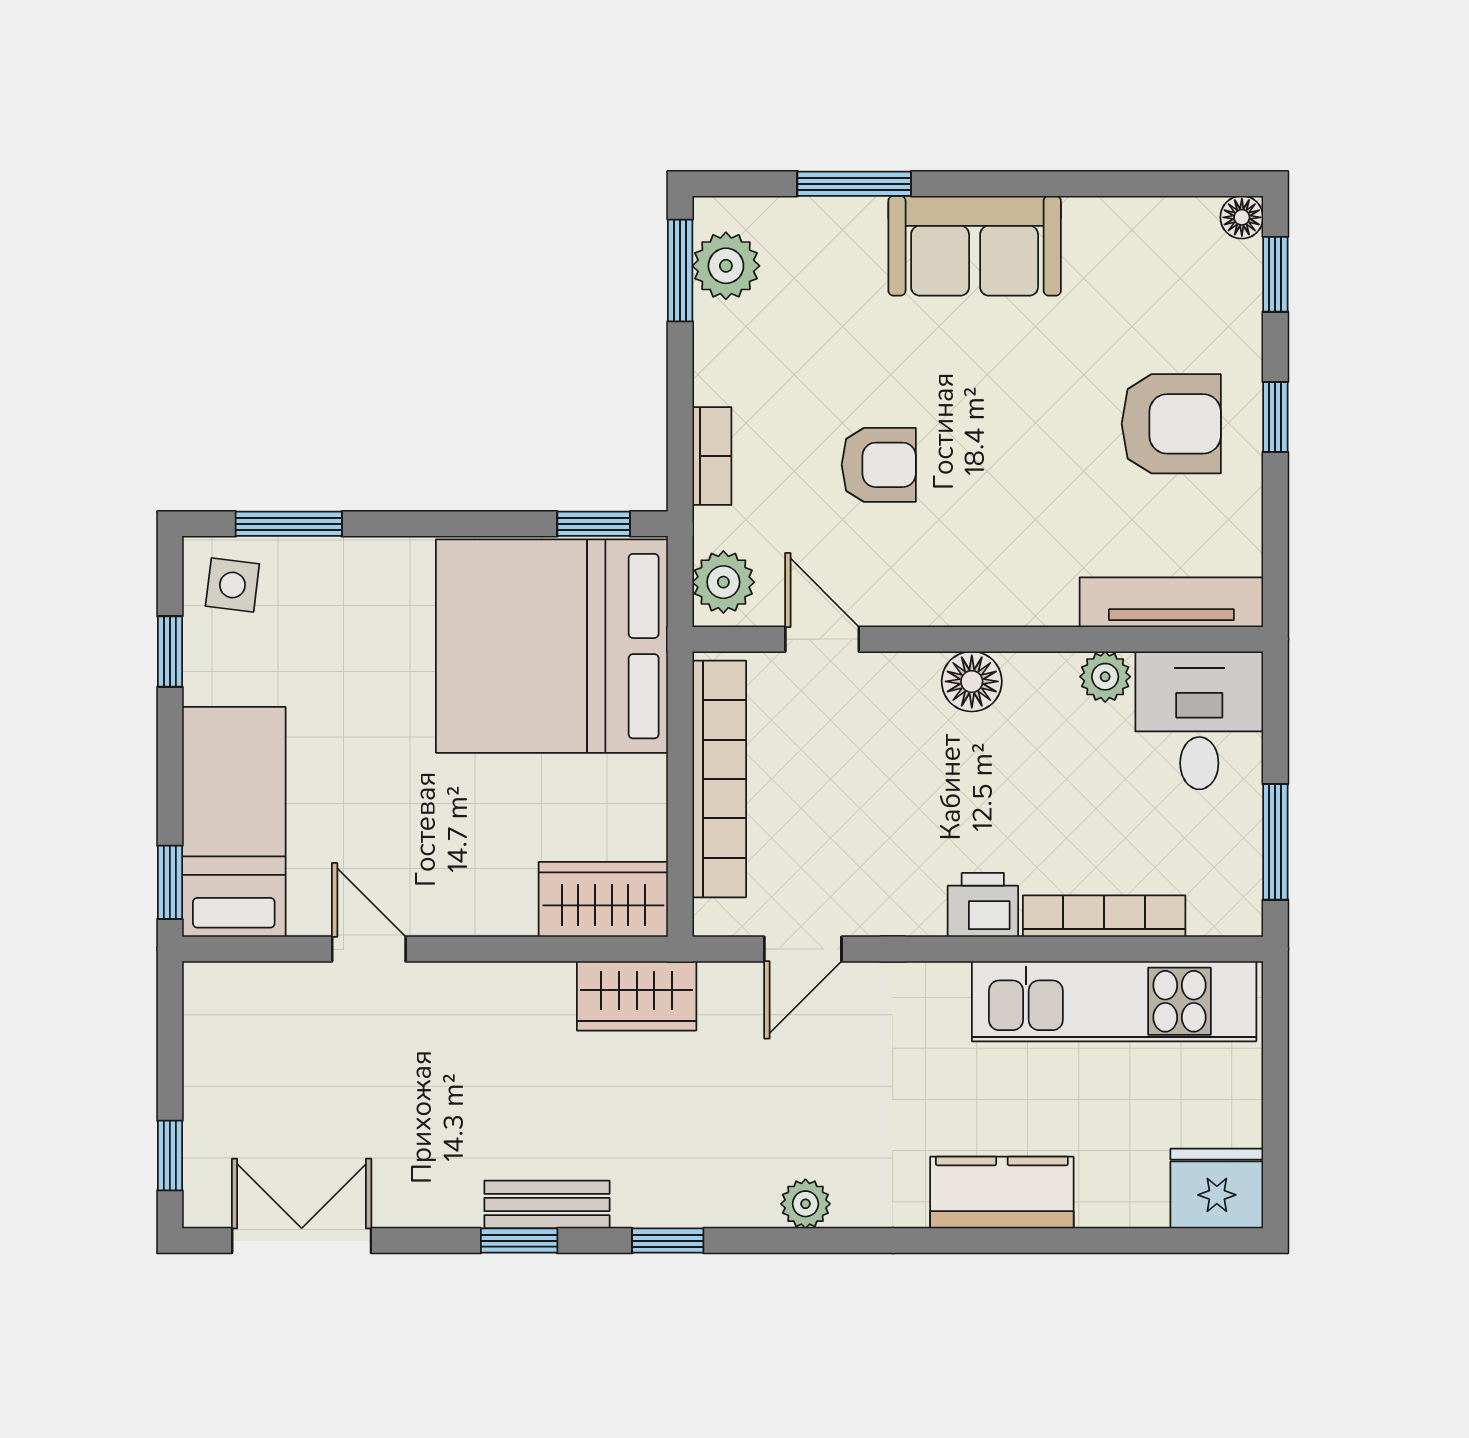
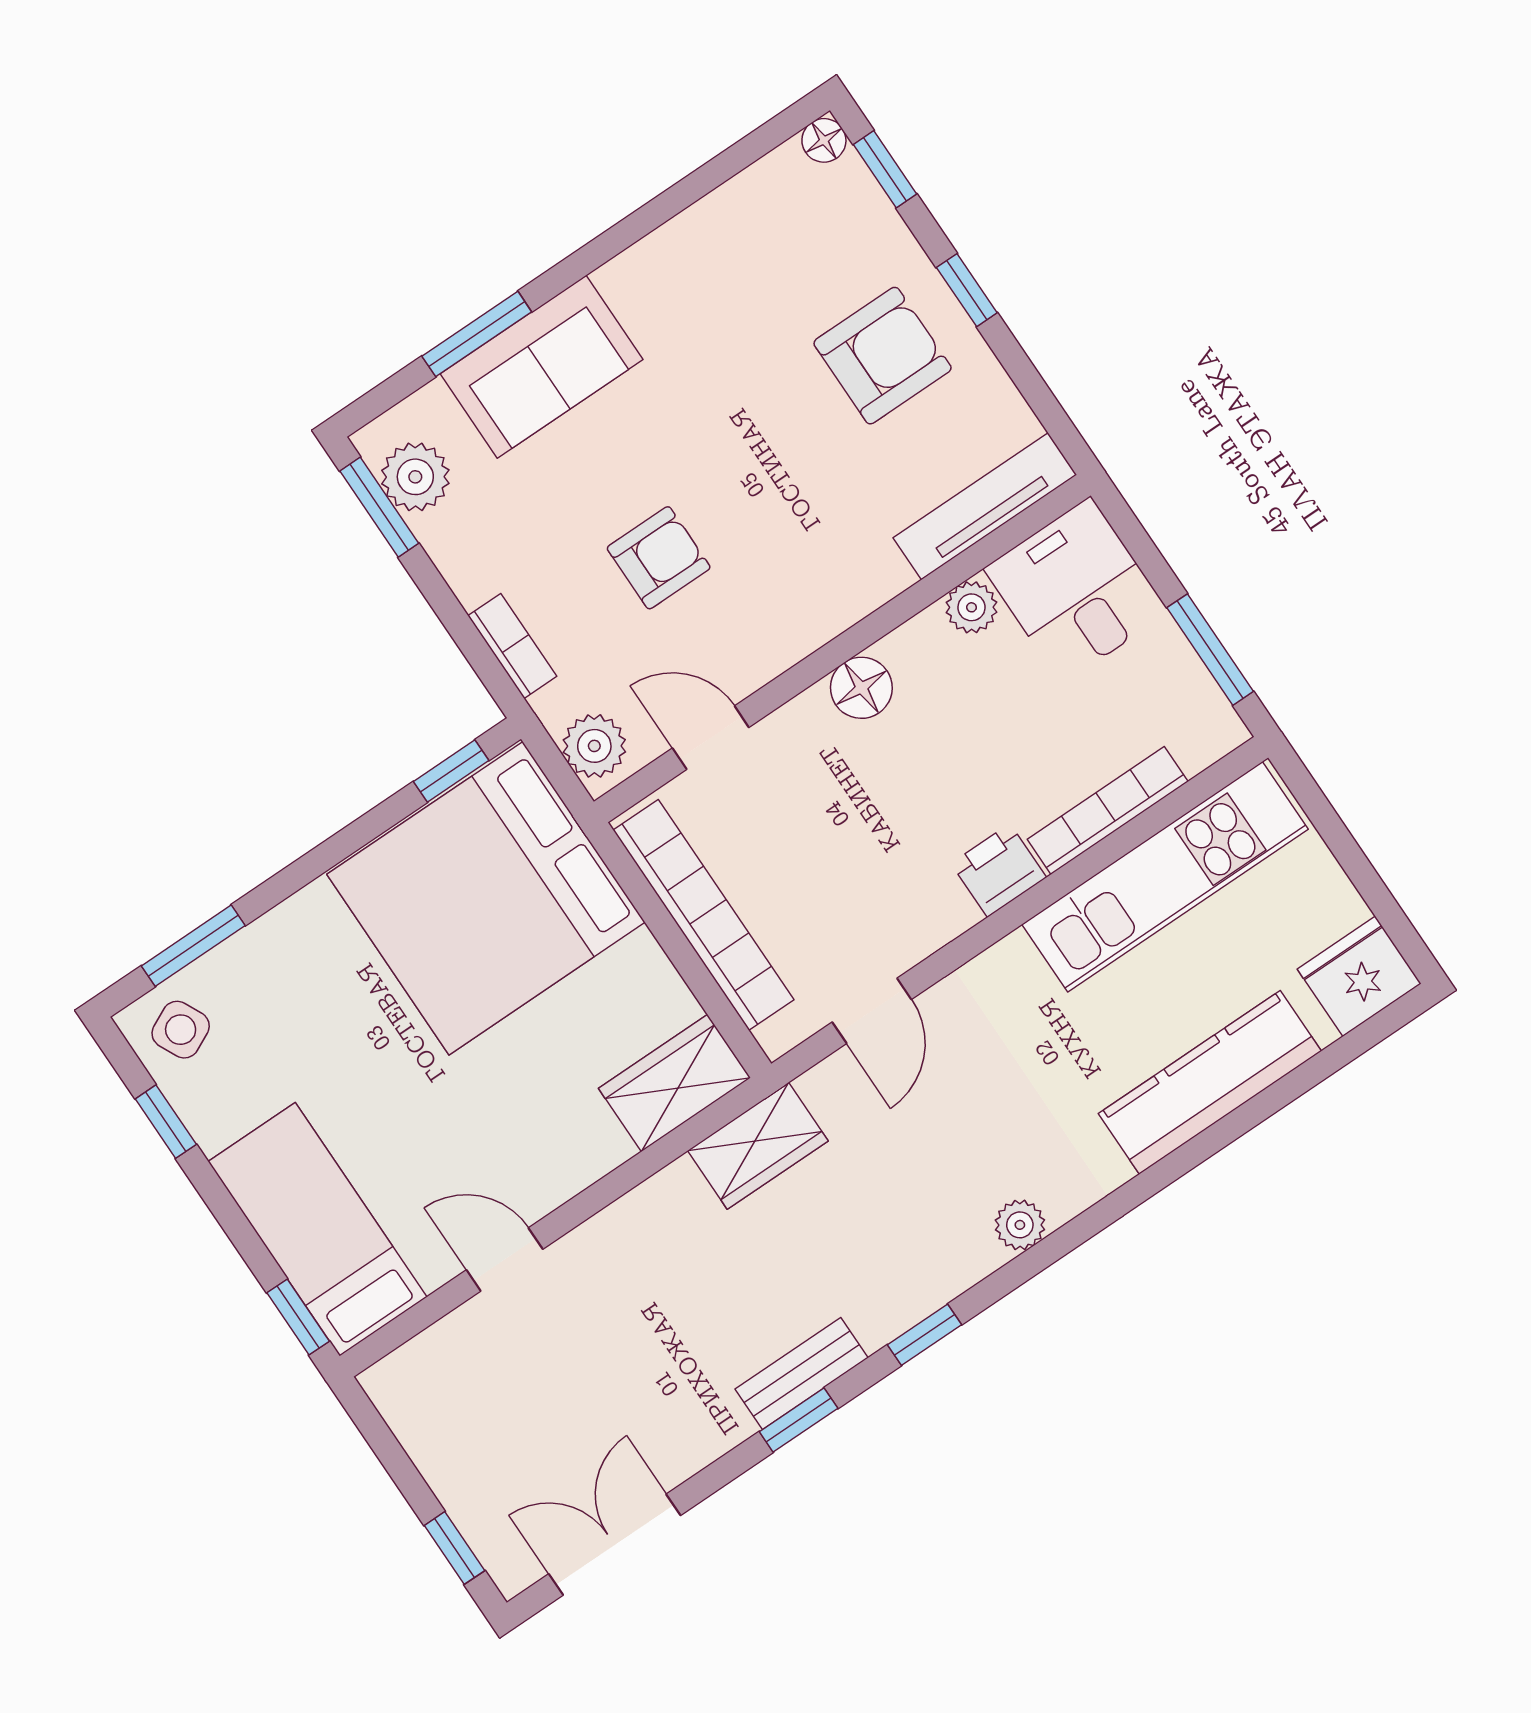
sofa: (975, 246) -> (542, 367), moved
side table: (232, 585) -> (181, 1030), turned -33
kitchen counter: (1002, 1193) -> (1210, 1082), width x1.50

